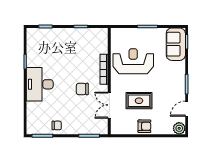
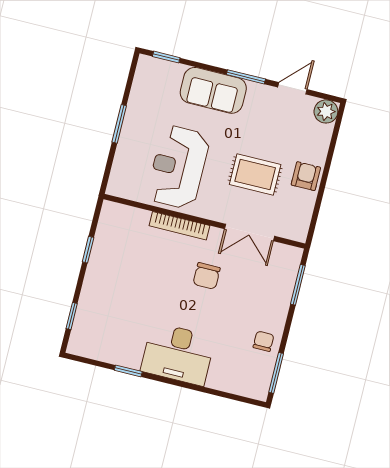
sofa: (176, 44) -> (213, 90), moved
rug: (139, 101) -> (255, 175), turned 90
door: (187, 109) -> (292, 88), swing flipped

